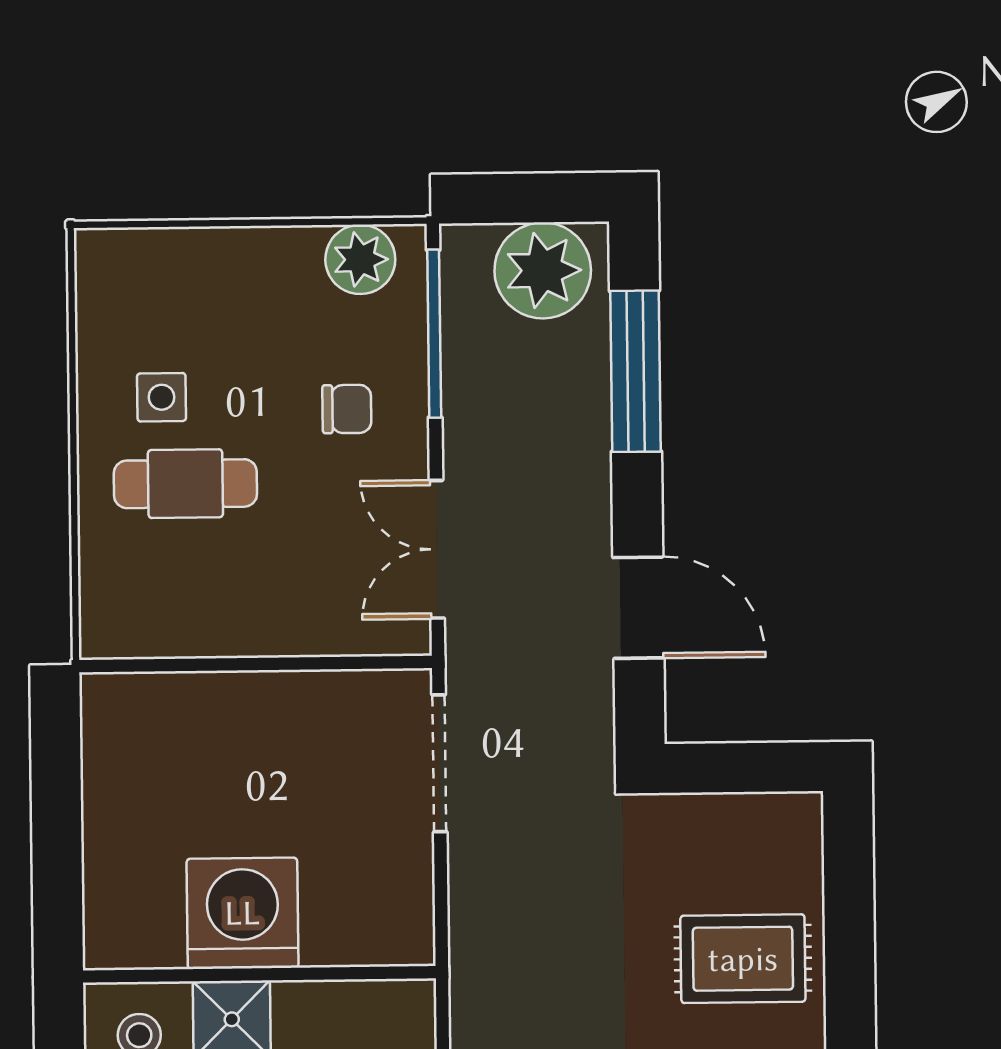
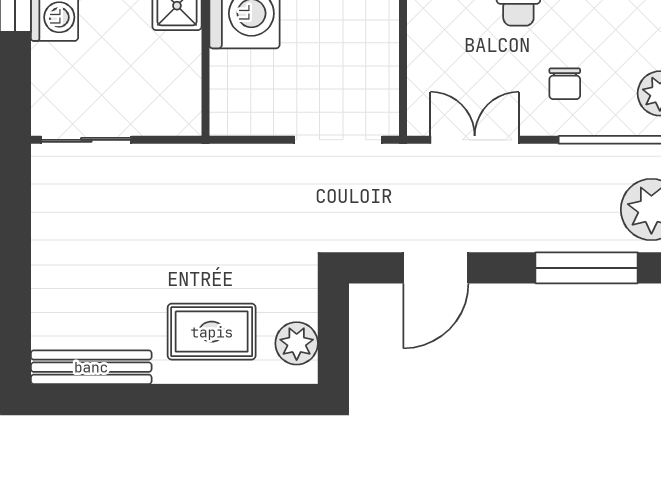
plant: (760, 825) -> (297, 343), added
rug: (743, 959) -> (212, 332), turned 90

